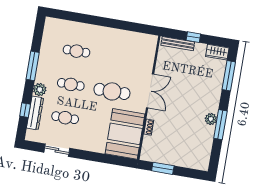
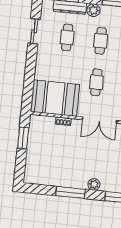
cafe table: (112, 91) -> (96, 82), width x0.73, depth x0.74
plant: (211, 119) -> (94, 184), moved

